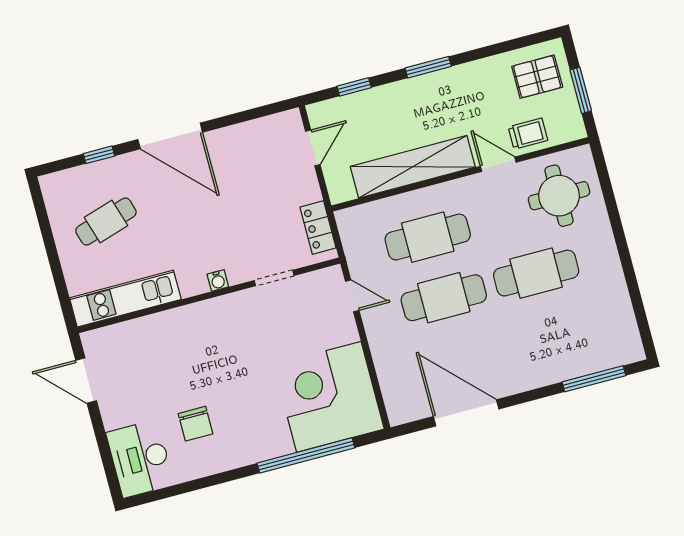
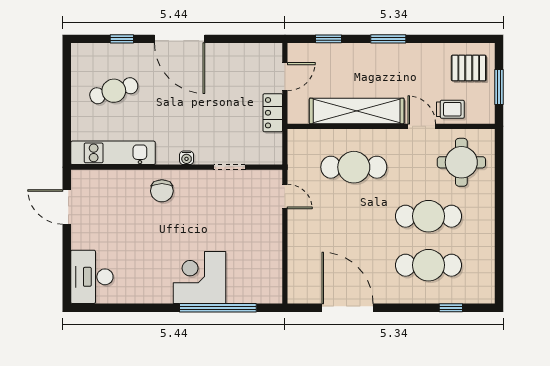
locker: (318, 227) -> (273, 113), moved
cafe table: (444, 298) -> (428, 265), moved
window: (594, 379) -> (451, 308), width x0.46
corner desk: (329, 397) -> (199, 278), moved, width x0.74, depth x0.74
chair: (195, 424) -> (162, 191), moved

